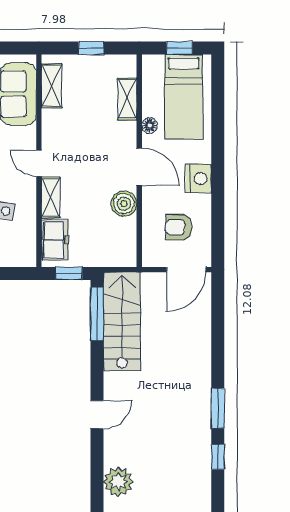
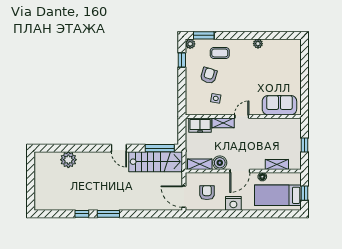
shelving: (52, 86) -> (200, 164), moved
window: (69, 273) -> (182, 133), removed
door: (97, 415) -> (119, 148), moved

